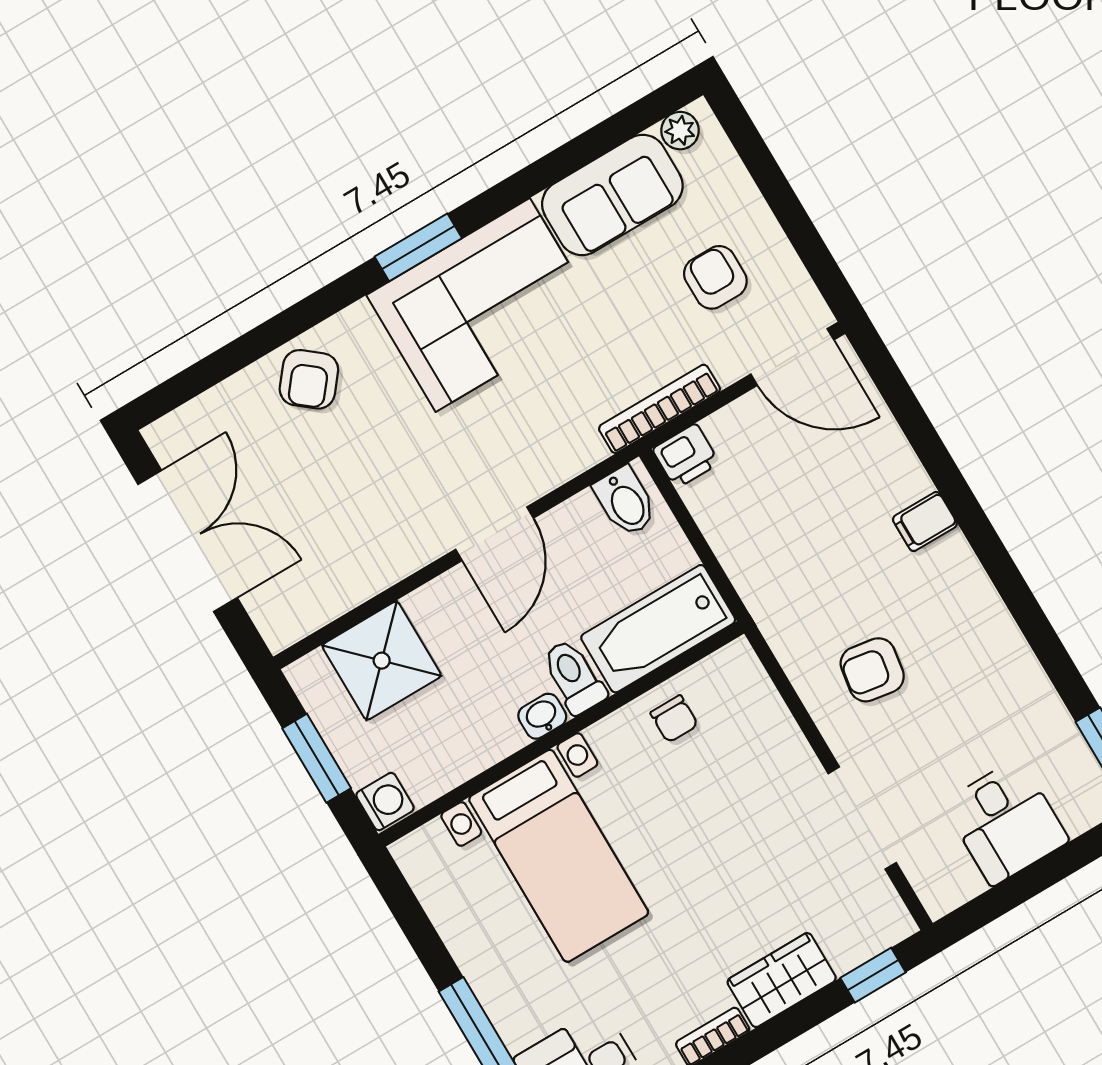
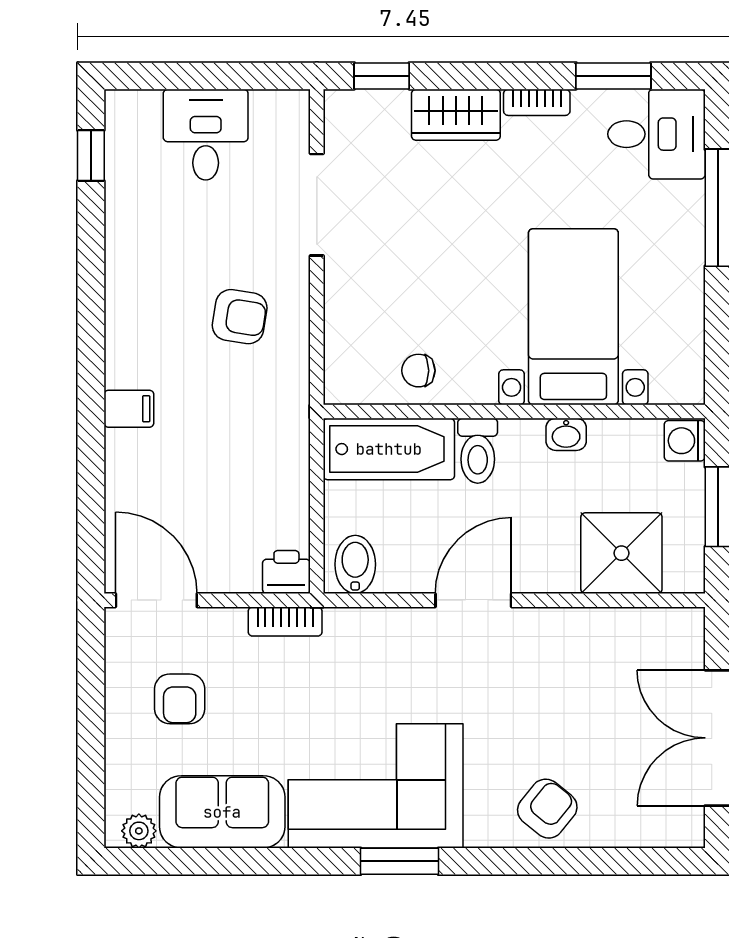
bookcase: (659, 409) -> (285, 622), width x0.64
washbasin: (542, 716) -> (566, 434), moved
chair: (674, 719) -> (418, 371), turned -90

